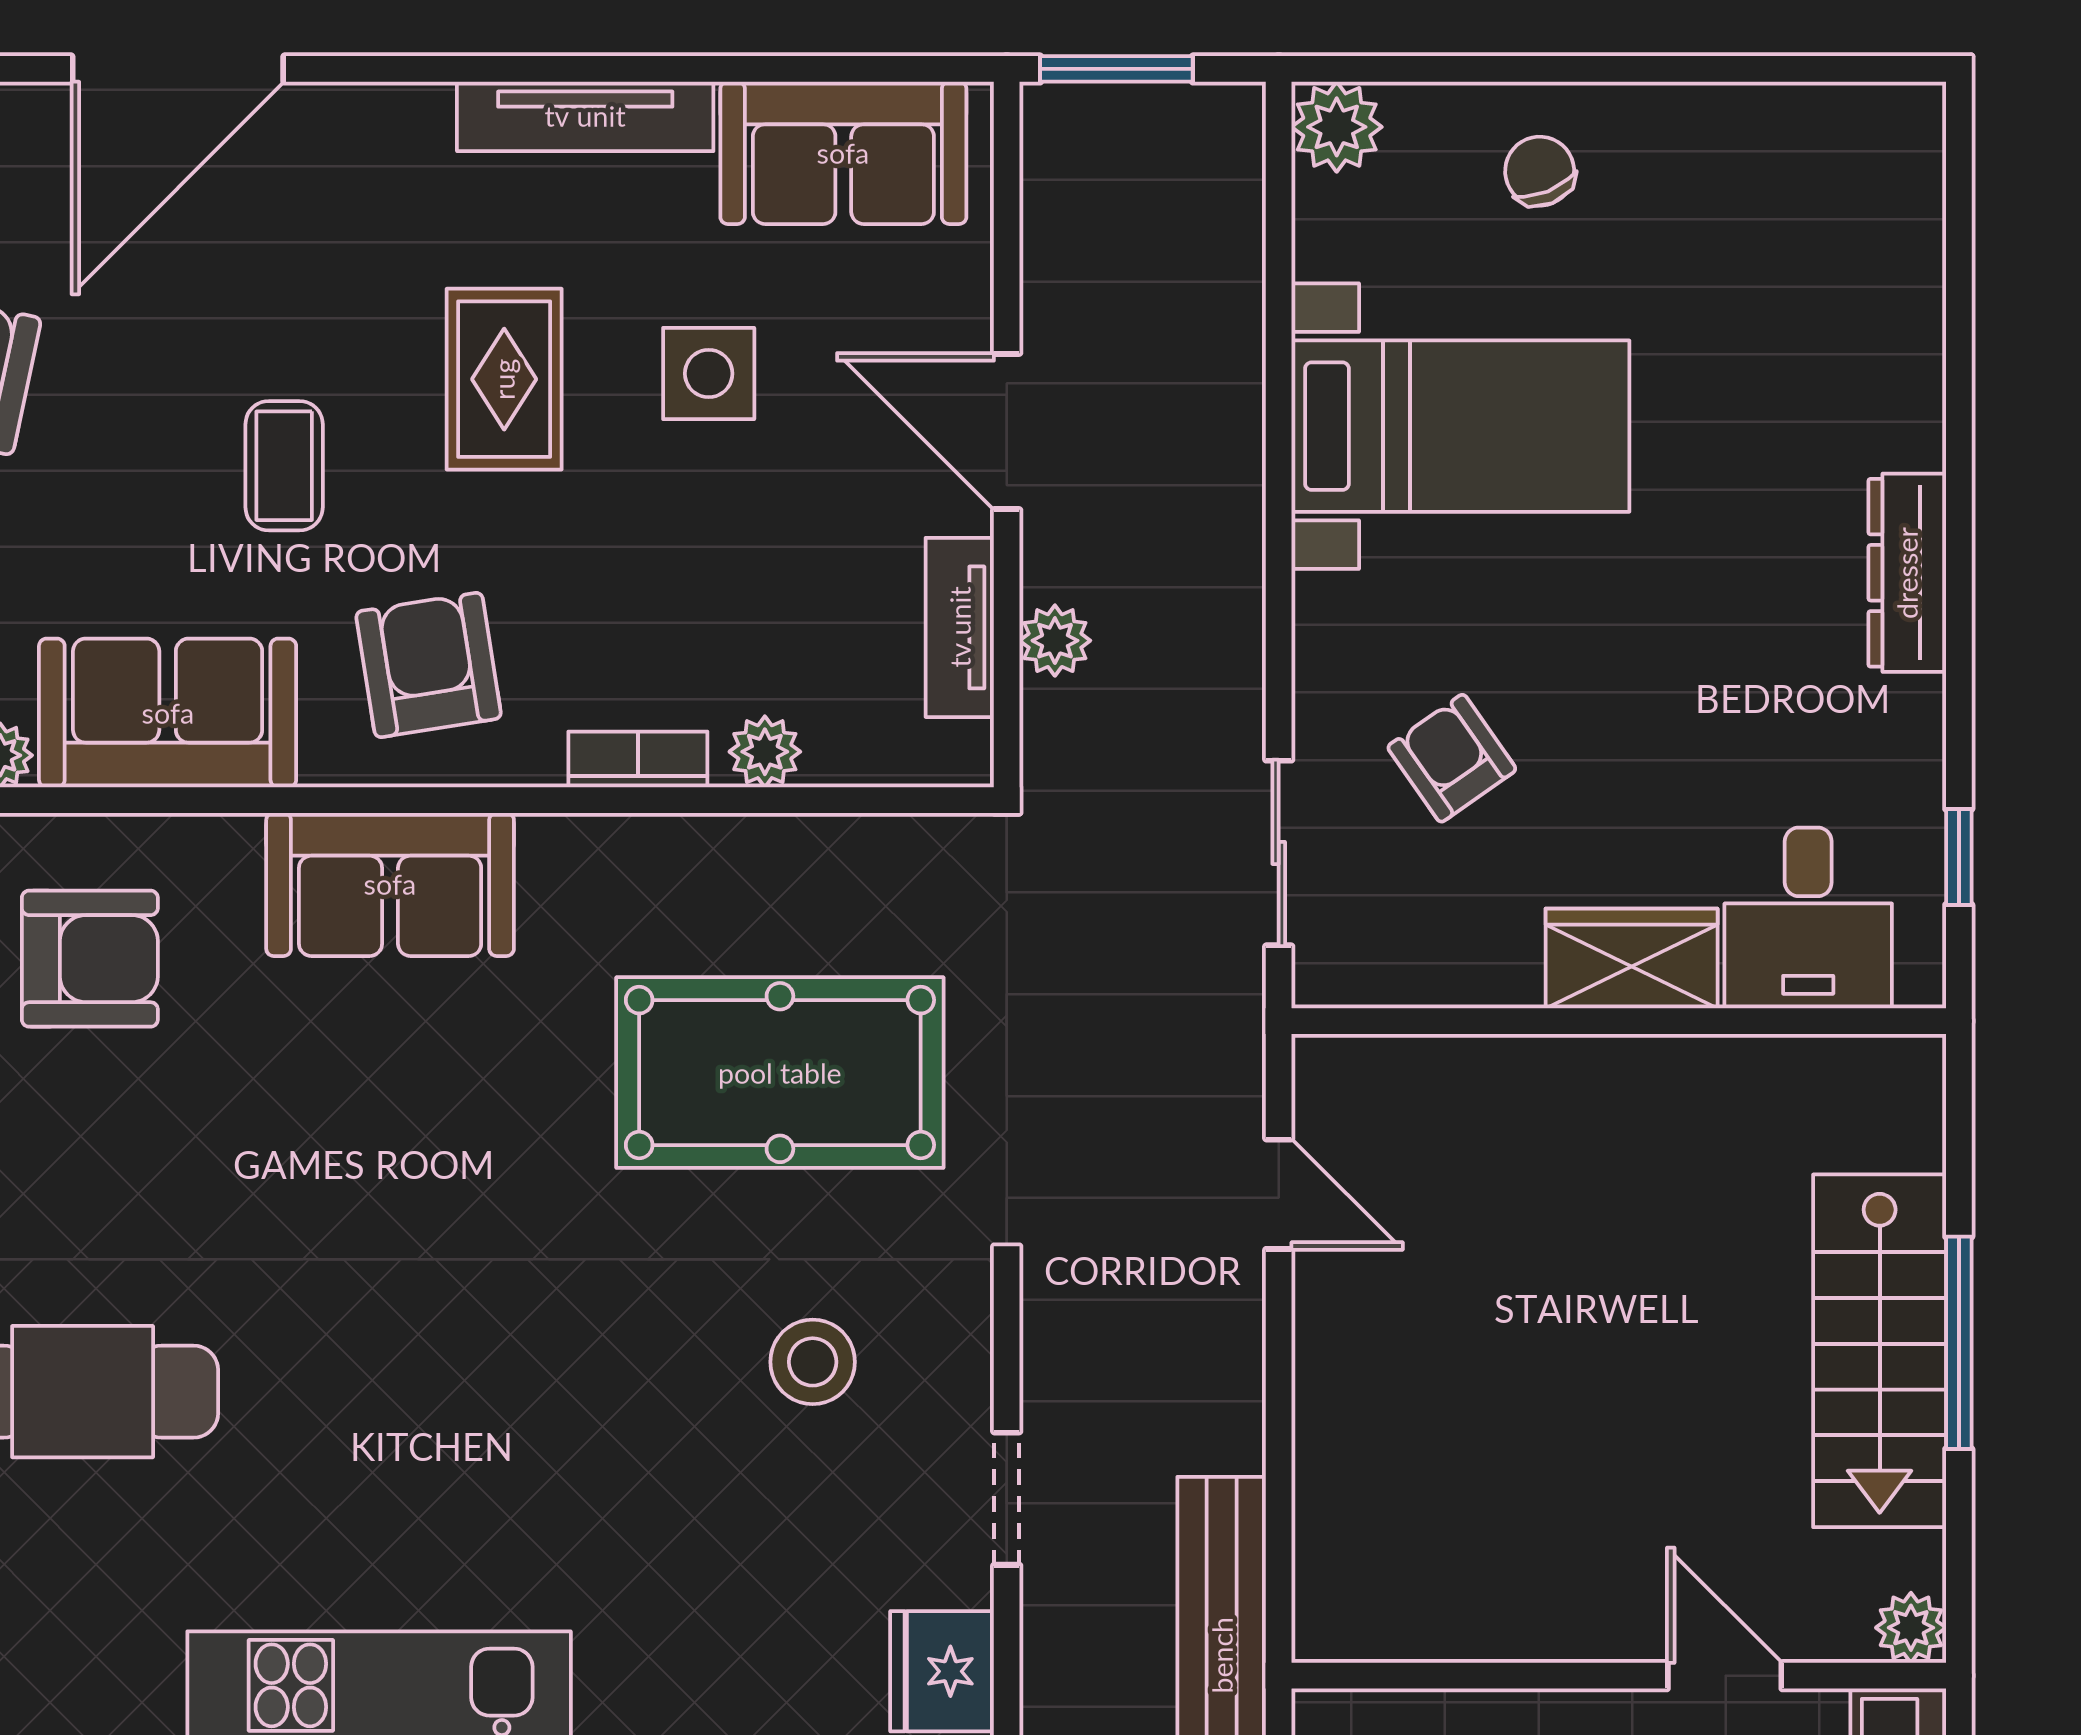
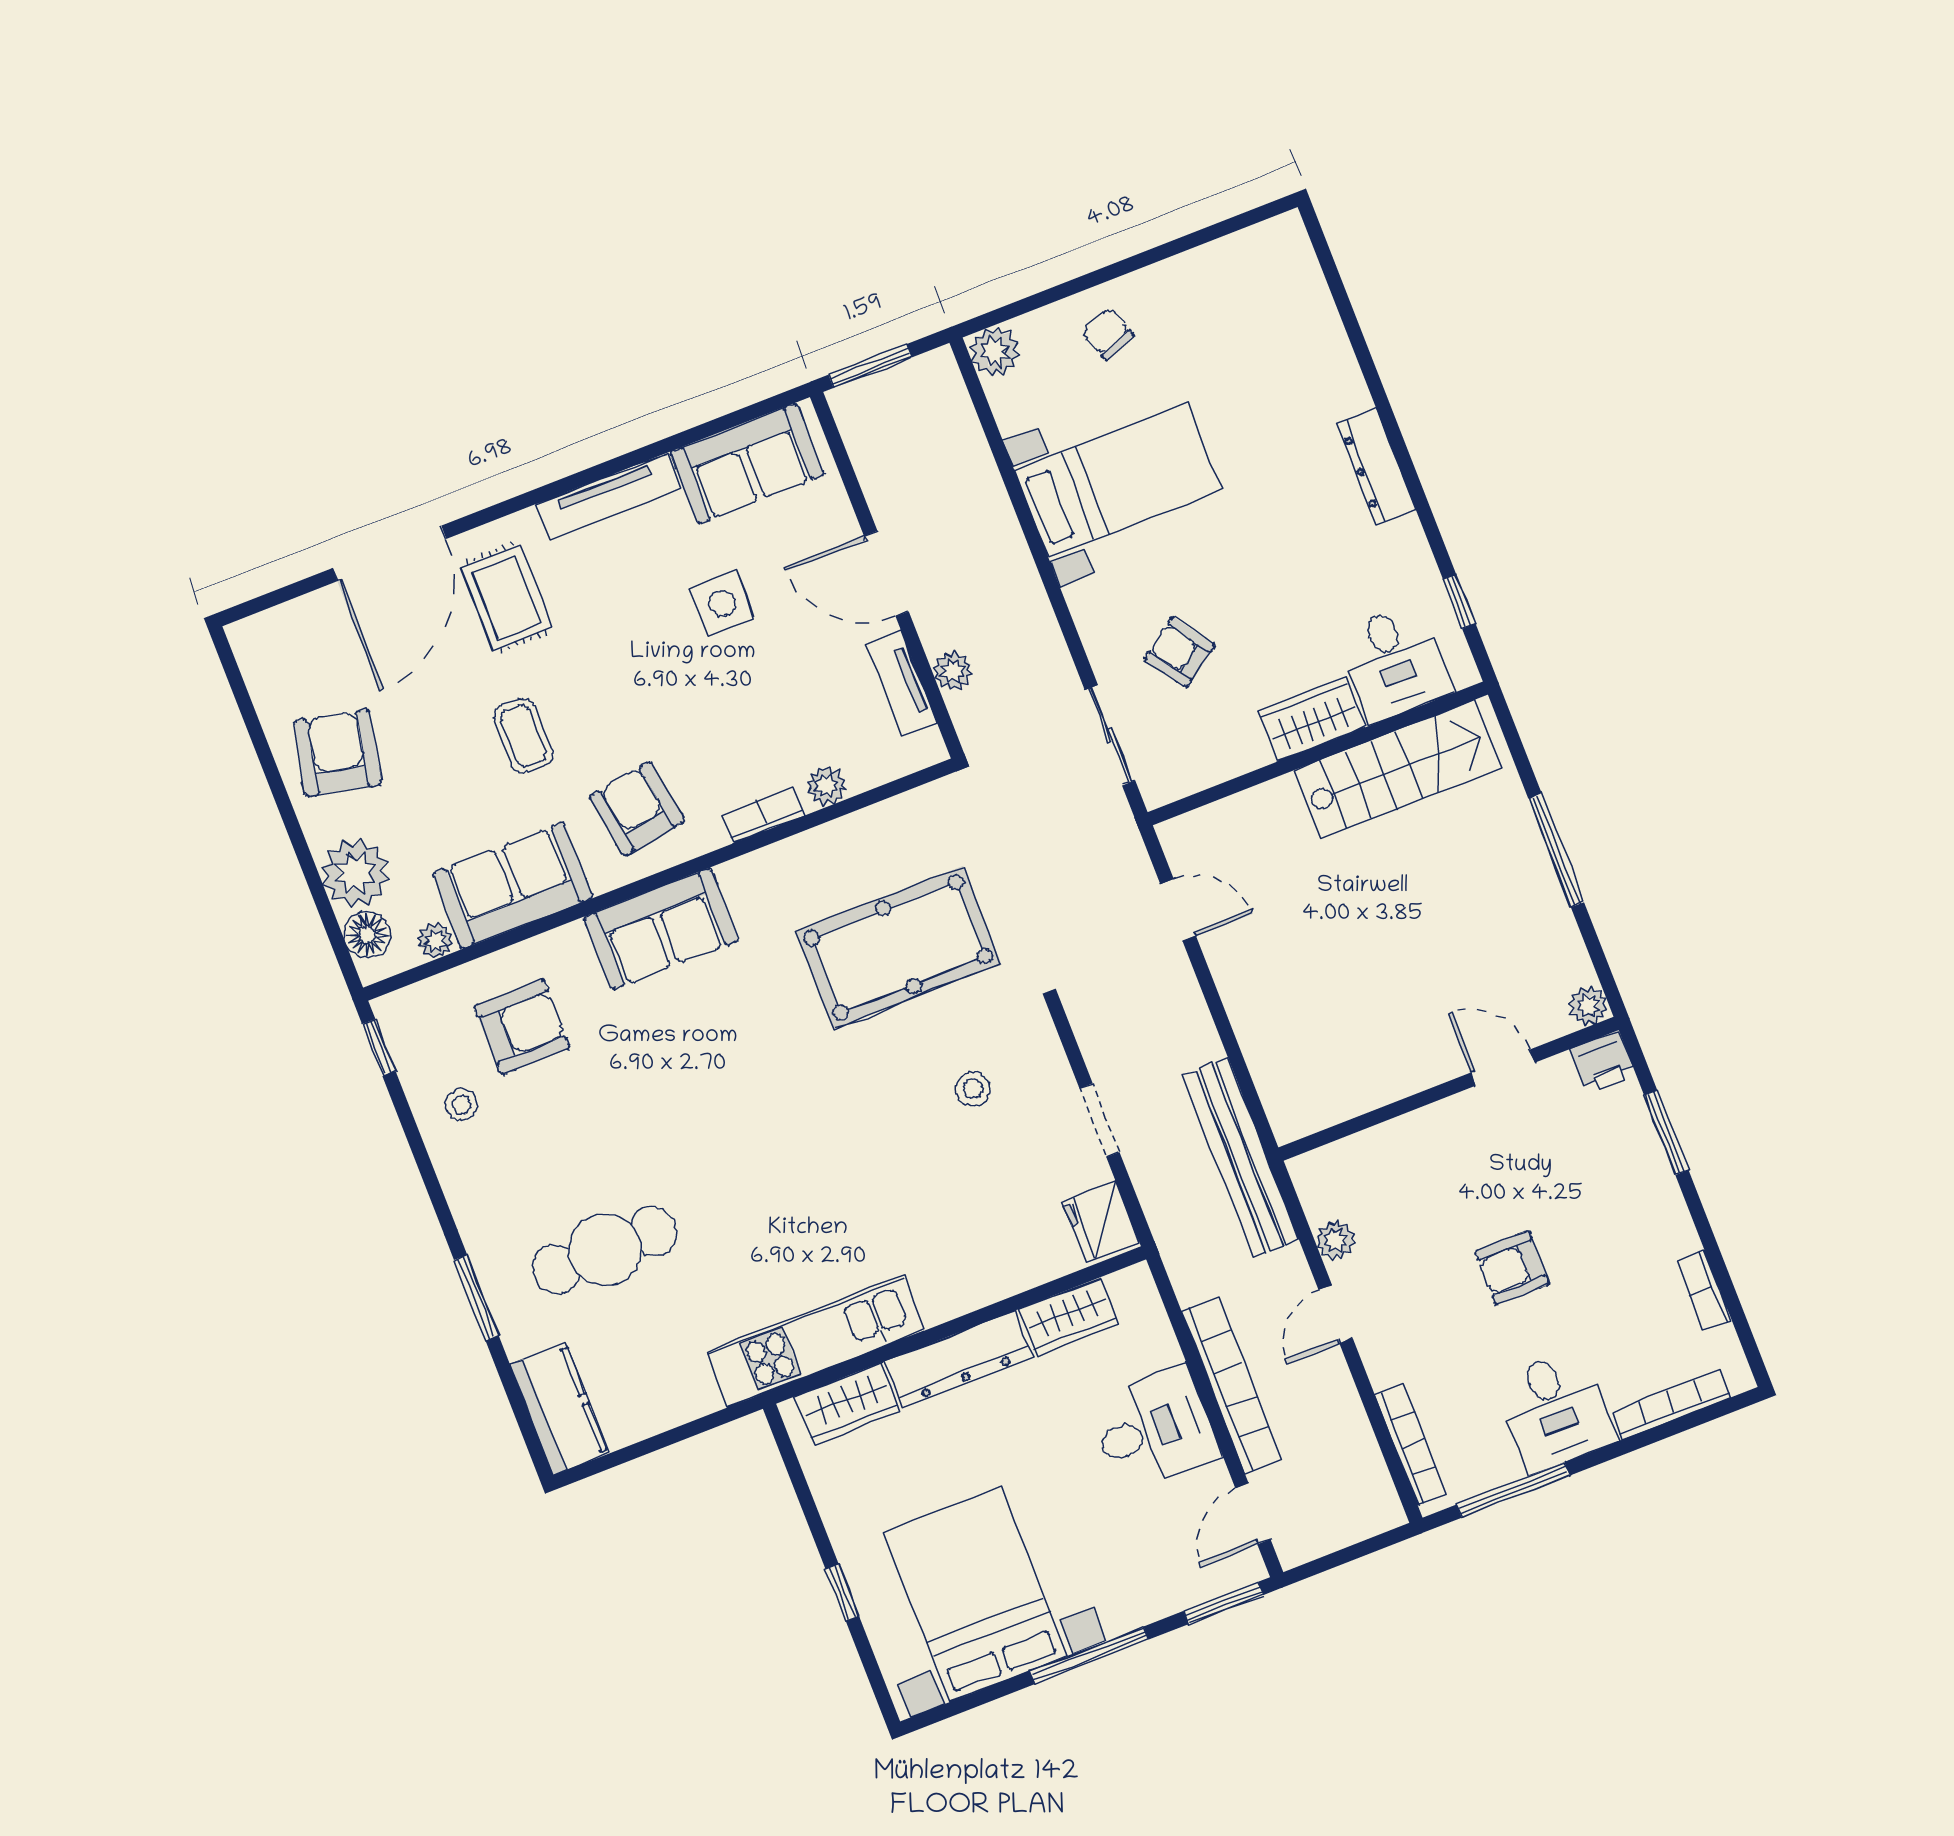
rug: (504, 379) -> (507, 597), moved
stairs: (1880, 1351) -> (1398, 769), moved, turned -90
stool: (813, 1362) -> (973, 1089), width x0.73, depth x0.73

